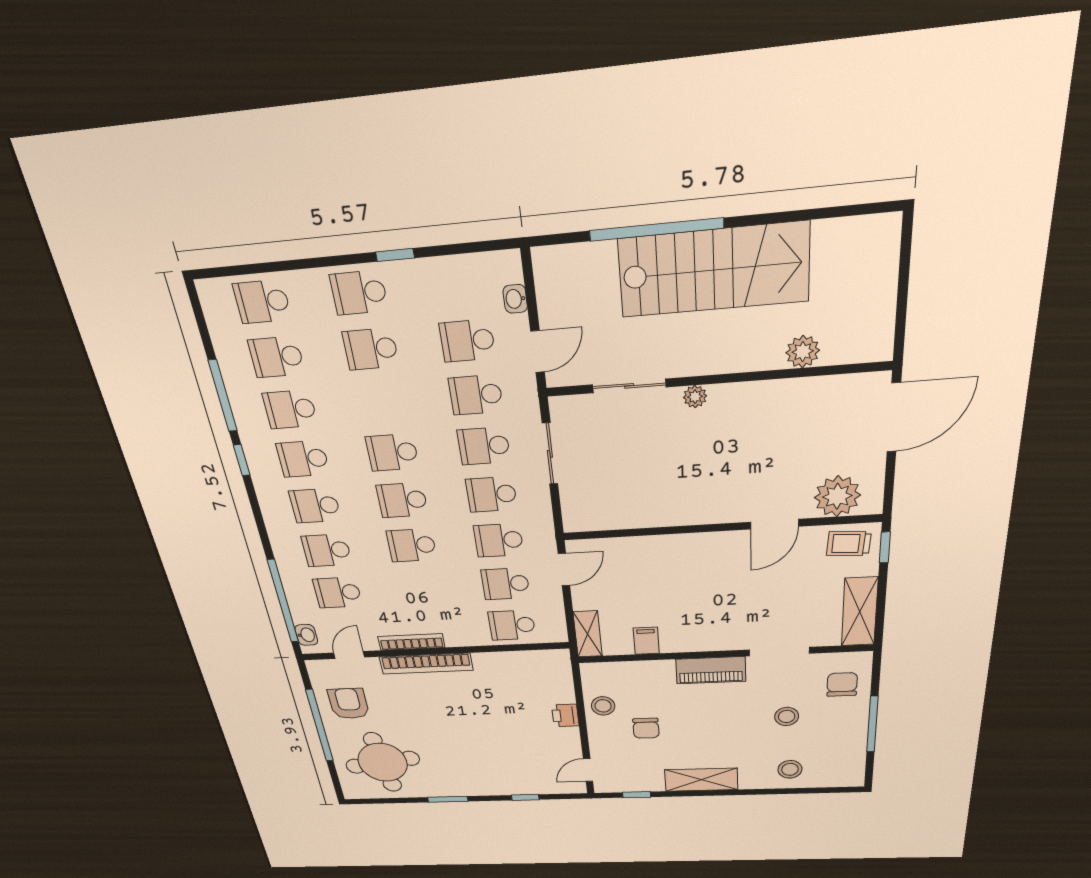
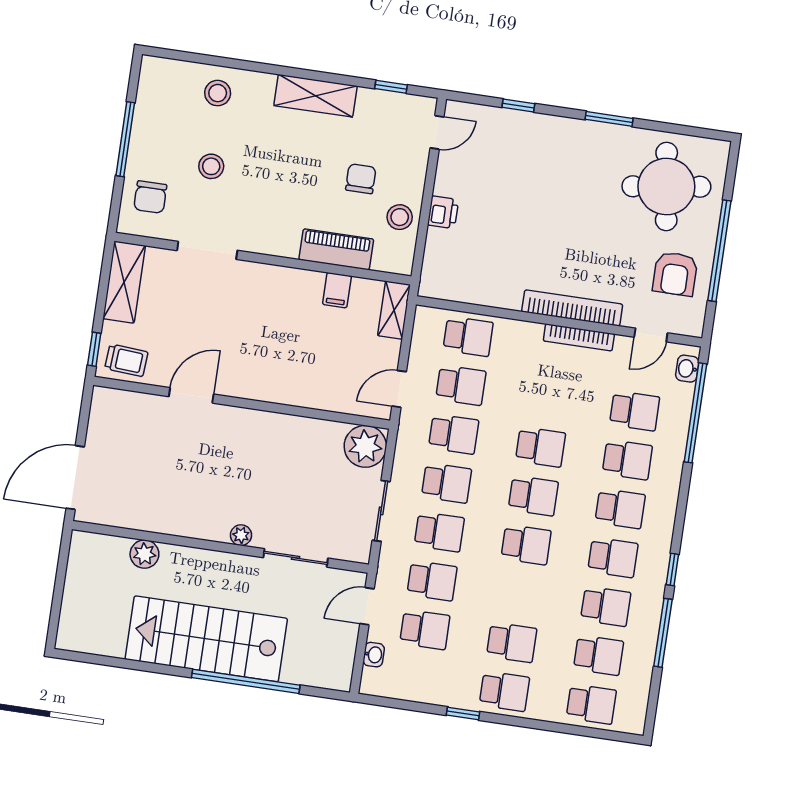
plant: (837, 496) -> (365, 446), moved
piano: (711, 670) -> (336, 249), moved

